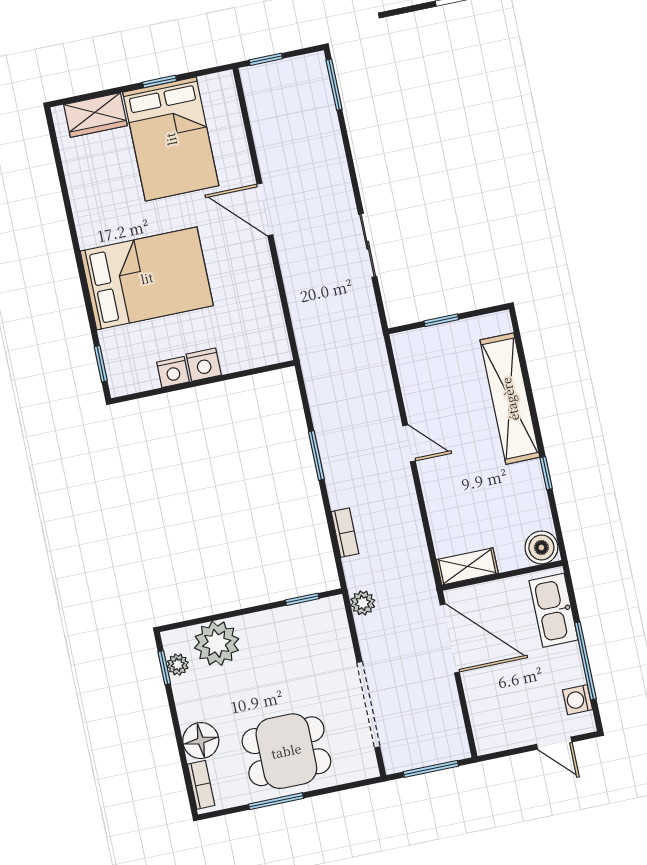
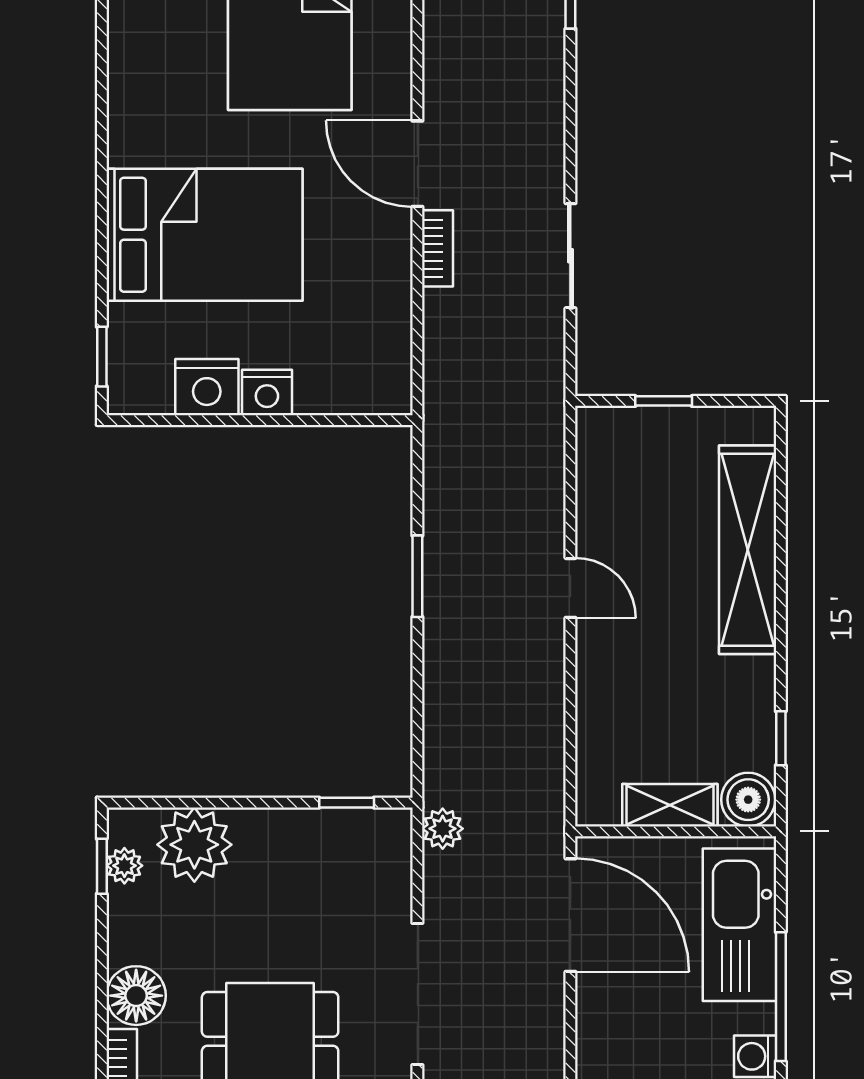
nightstand: (173, 372) -> (207, 387), width x1.36, depth x1.33
window: (546, 473) -> (781, 738), moved
bookcase: (345, 533) -> (438, 248), moved
shelving: (467, 566) -> (670, 805), moved
kitchen sink: (553, 610) -> (739, 925), width x1.36, depth x1.24

